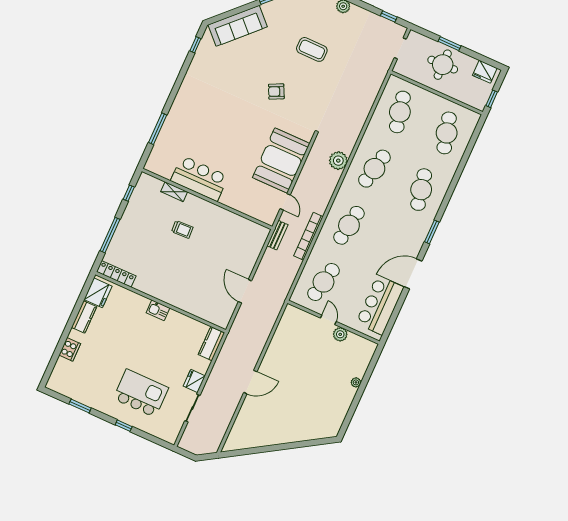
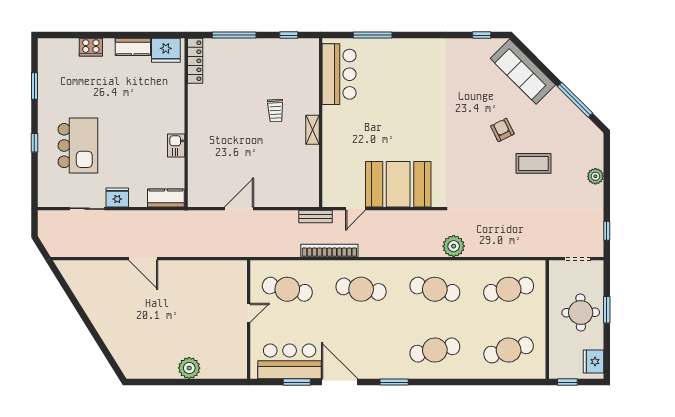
coffee table: (312, 49) -> (533, 163), turned 90
armchair: (276, 91) -> (502, 130), moved
plant: (338, 161) -> (454, 246), moved
bar counter: (199, 178) -> (339, 74), moved
shelving: (174, 192) -> (312, 130), moved
window: (398, 307) -> (297, 382), added
kitchen sink: (158, 310) -> (176, 145), moved
plant: (340, 334) -> (239, 333), removed
plant: (356, 382) -> (189, 368), width x1.88, depth x1.88

